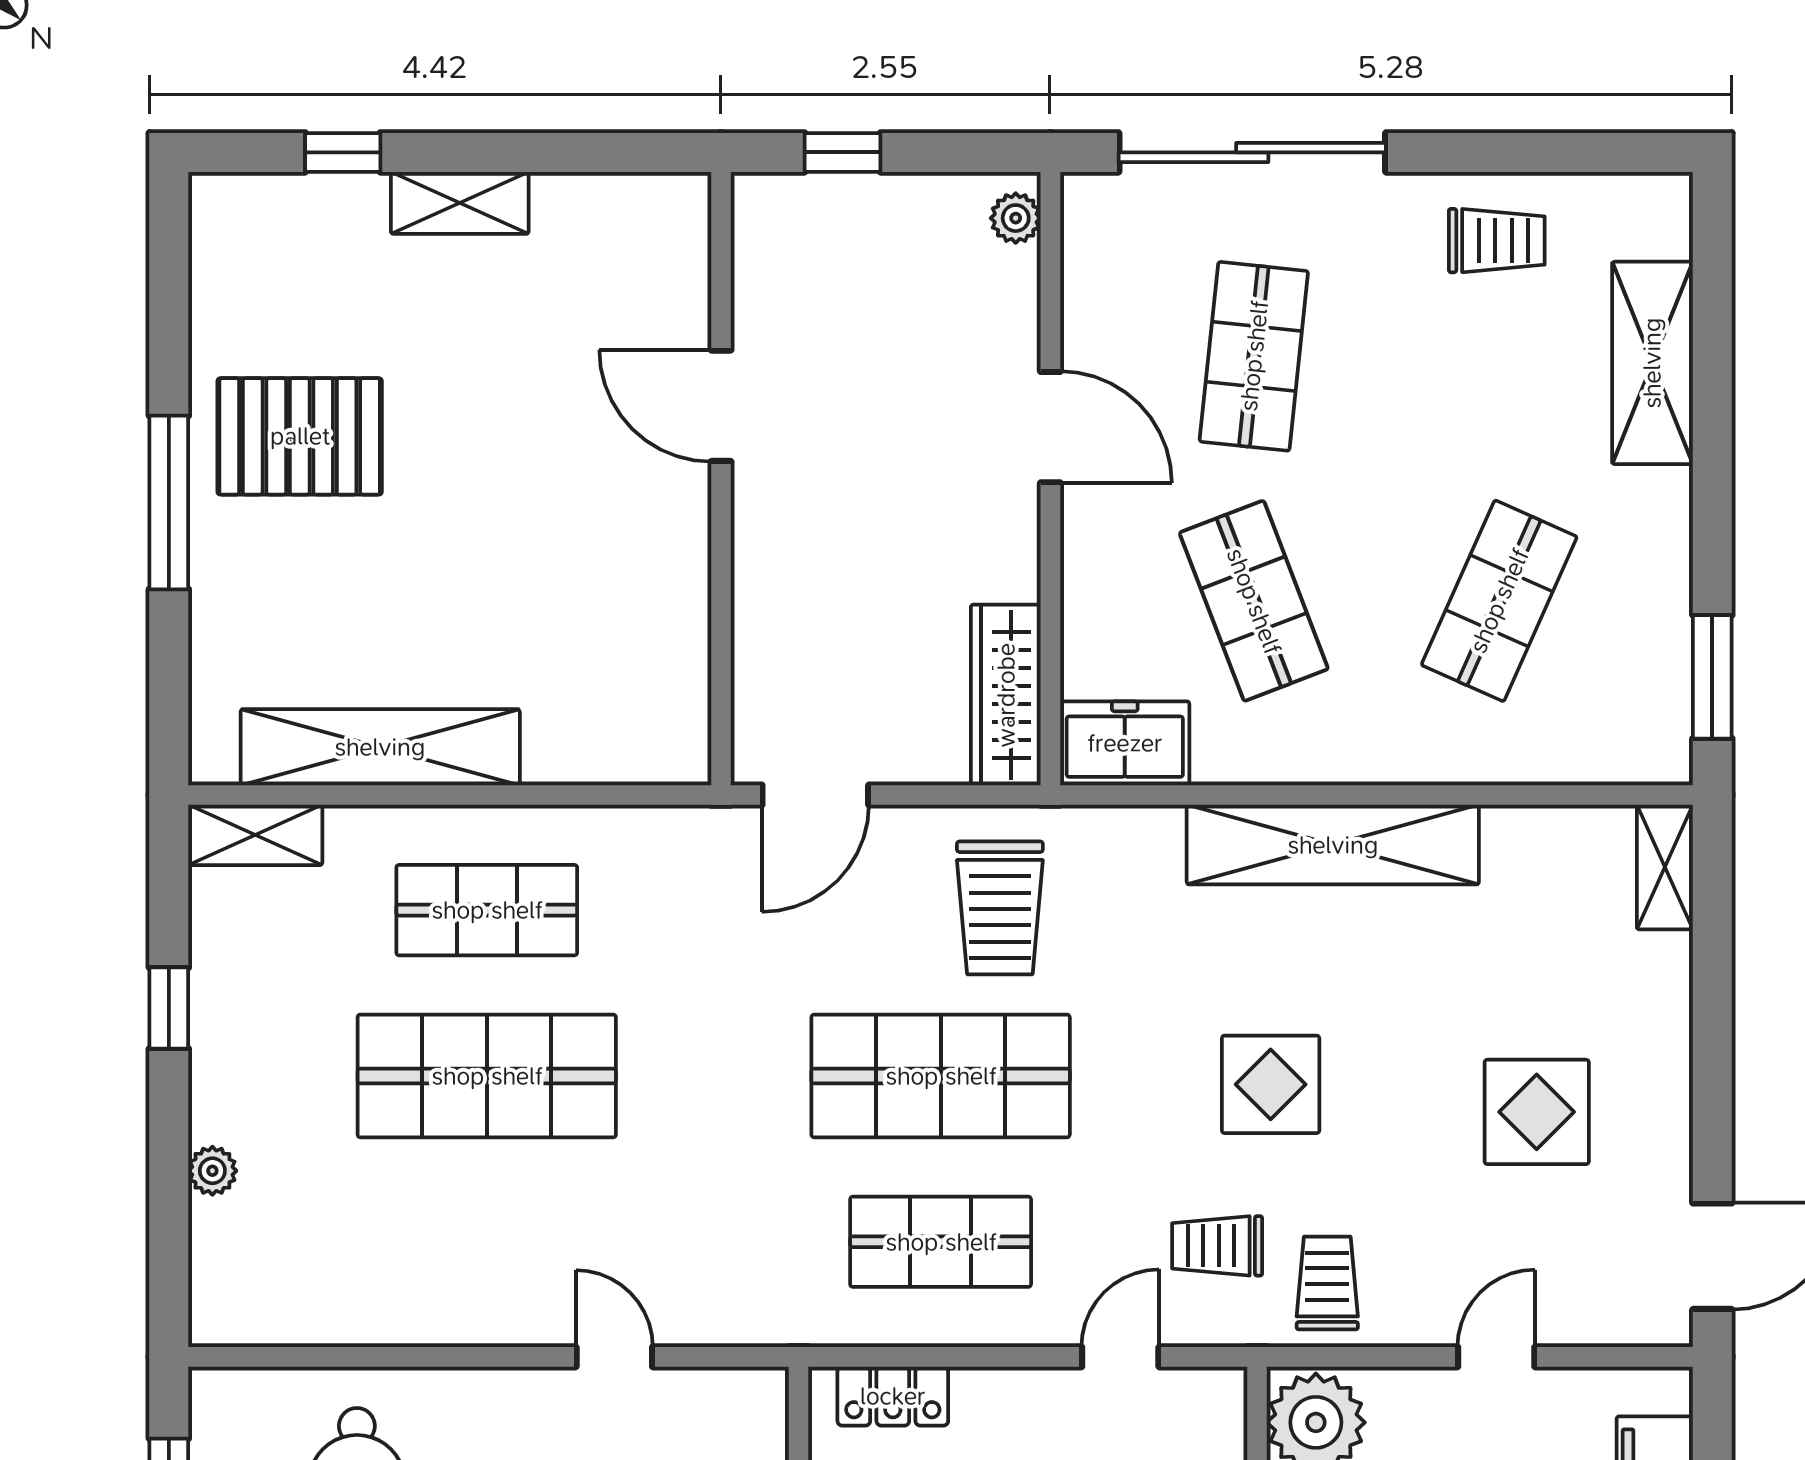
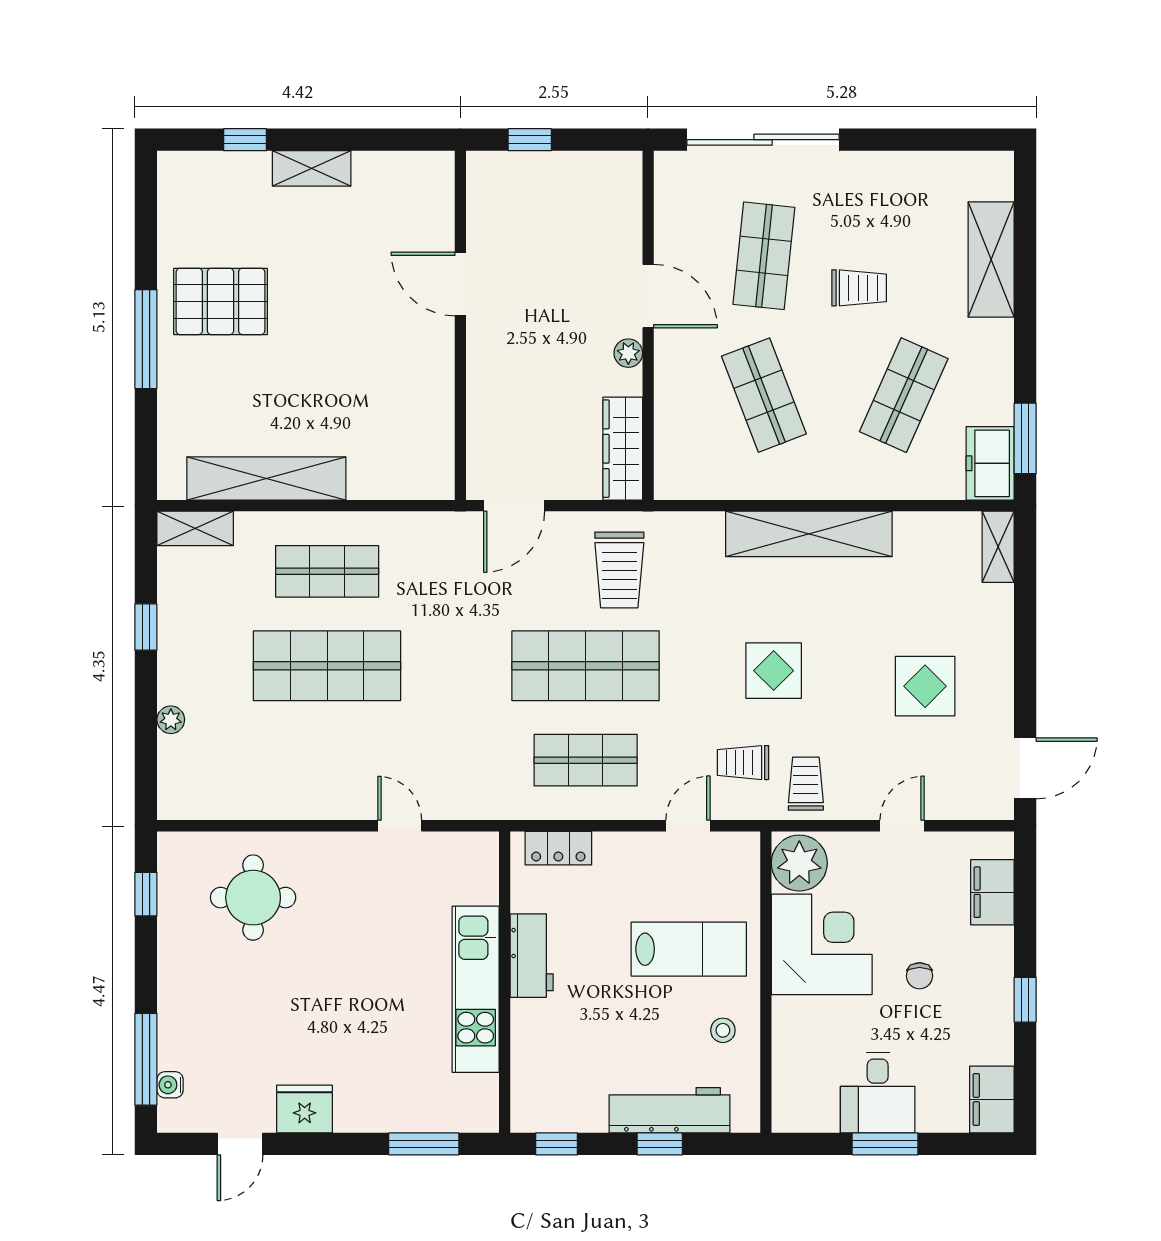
plant: (1016, 218) -> (628, 353), moved
trolley: (1497, 241) -> (859, 288), moved
freezer: (1125, 743) -> (990, 463), moved, turned -90

